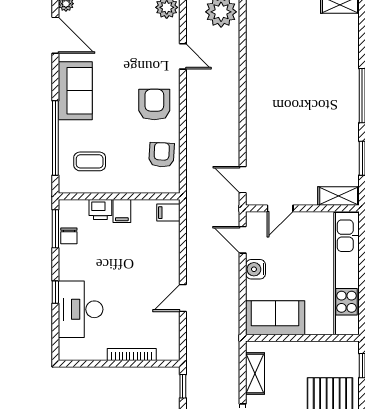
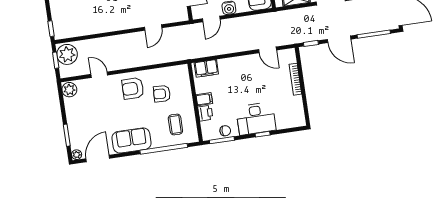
door: (183, 56) -> (99, 75), hinge flipped
armchair: (162, 155) -> (162, 94), moved
door: (243, 180) -> (153, 28), moved
filing cabinet: (168, 213) -> (206, 68), width x2.00
door: (183, 298) -> (268, 50), moved
desk: (81, 309) -> (256, 119), moved

